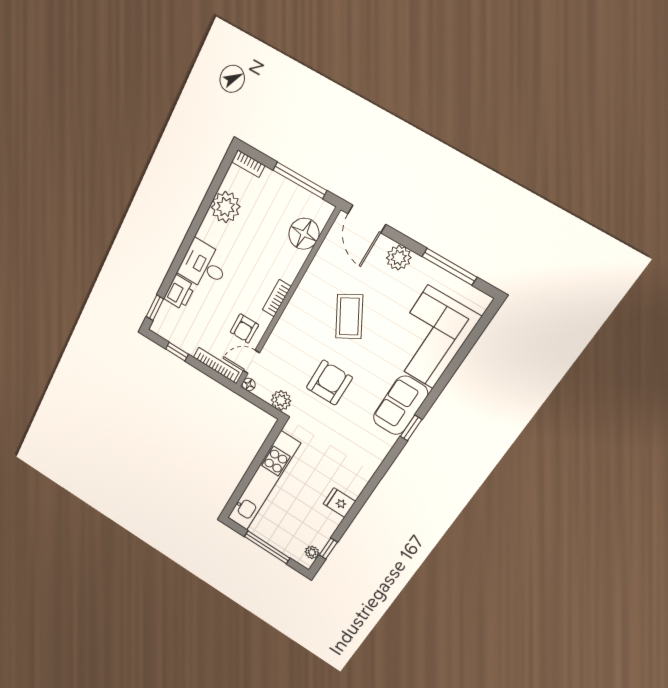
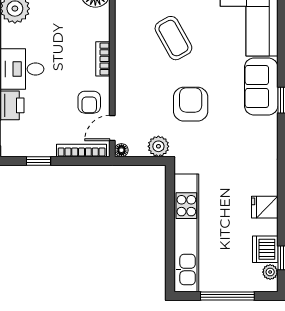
dishwasher: (319, 534) -> (265, 249), added

